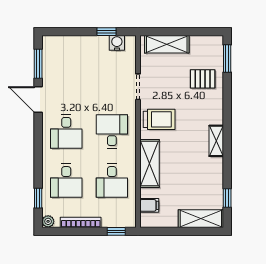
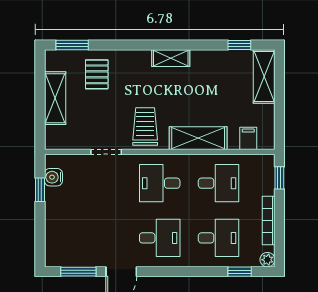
shelving: (167, 44) -> (55, 98), moved

